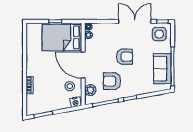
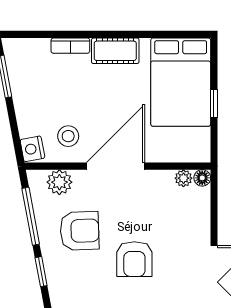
bed: (62, 38) -> (181, 82), moved, turned 180
cot: (32, 65) -> (115, 51), added
armchair: (112, 81) -> (80, 231), turned 88

